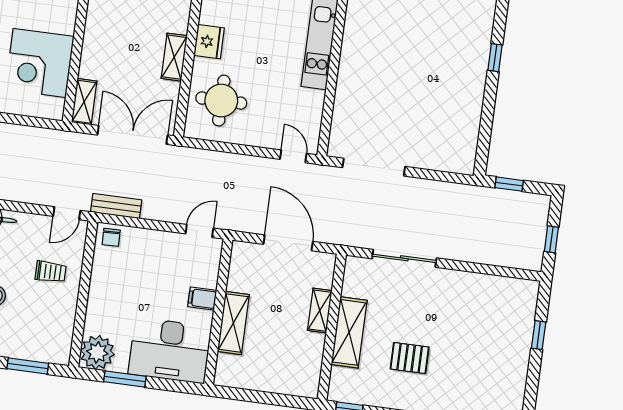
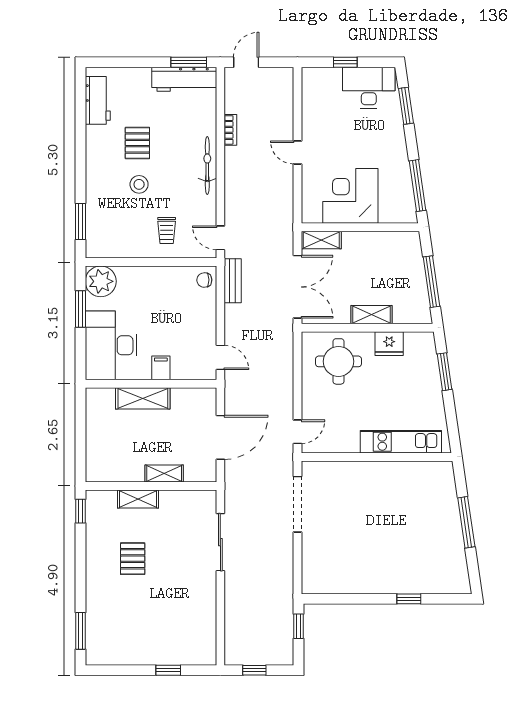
shelving: (349, 332) -> (138, 499), width x0.67, depth x0.75

